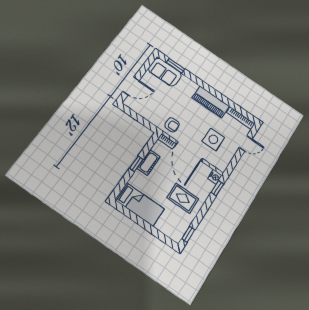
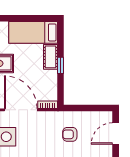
armchair: (172, 125) -> (70, 134), moved
cot: (149, 162) -> (50, 57), moved

